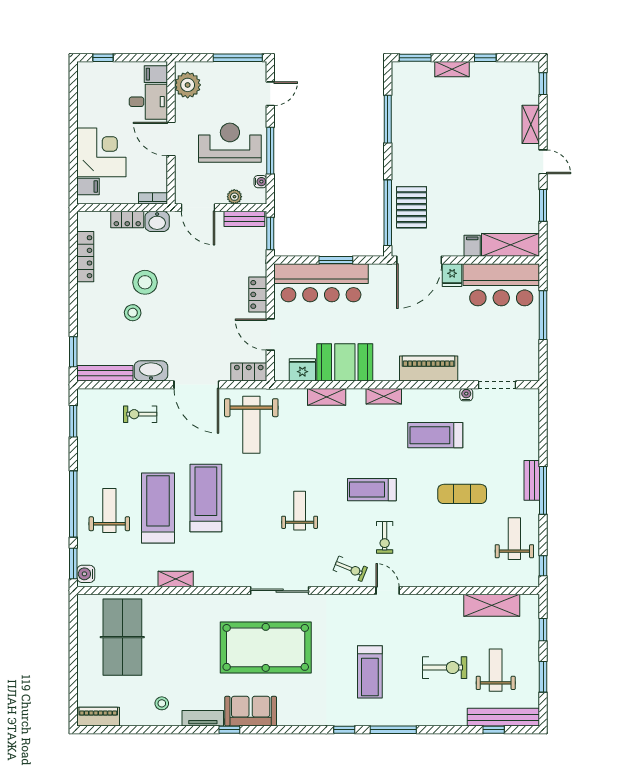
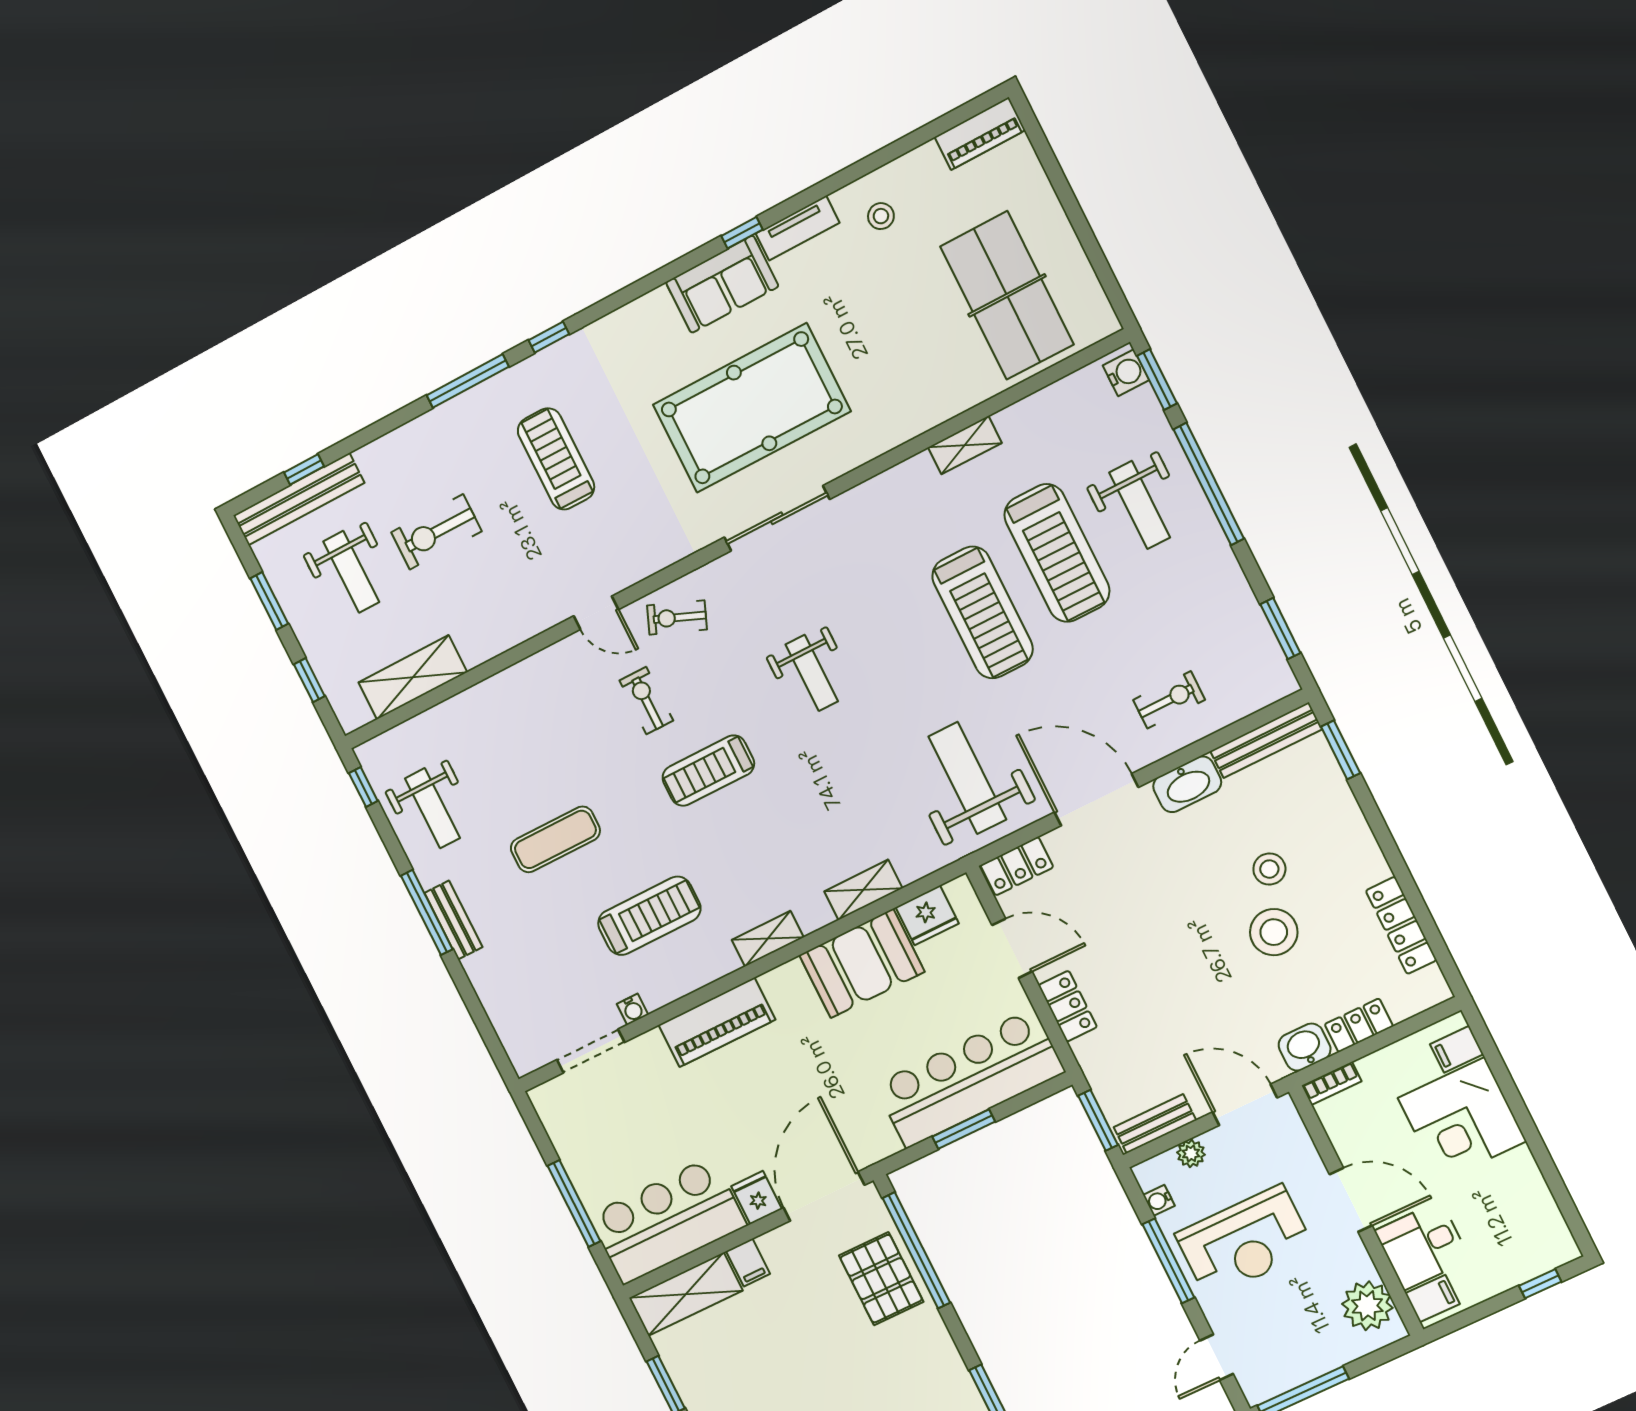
treadmill: (372, 490) -> (708, 771), turned 180

